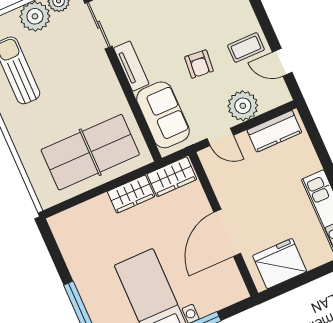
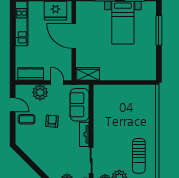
table tennis table: (90, 152) -> (121, 102), removed
wardrobe: (131, 194) -> (111, 74), removed
door: (227, 233) -> (74, 36), swing flipped

